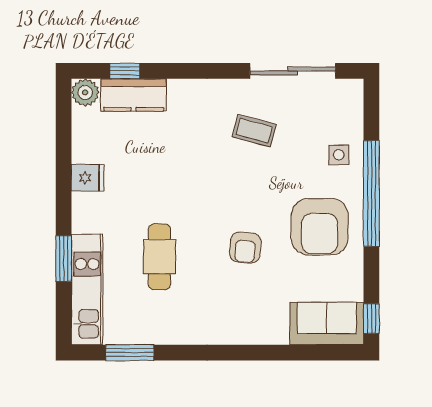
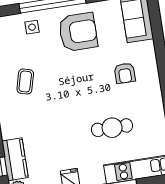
armchair: (245, 248) -> (125, 73), moved, turned 85

